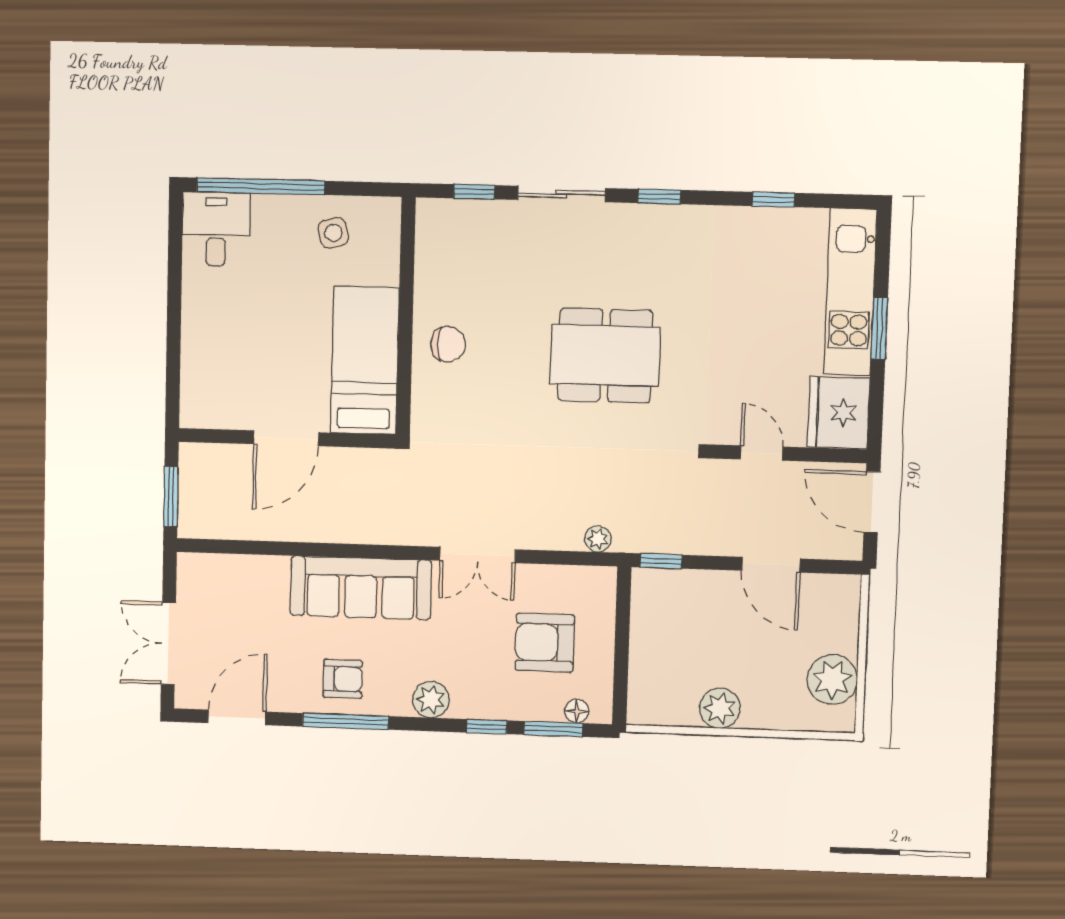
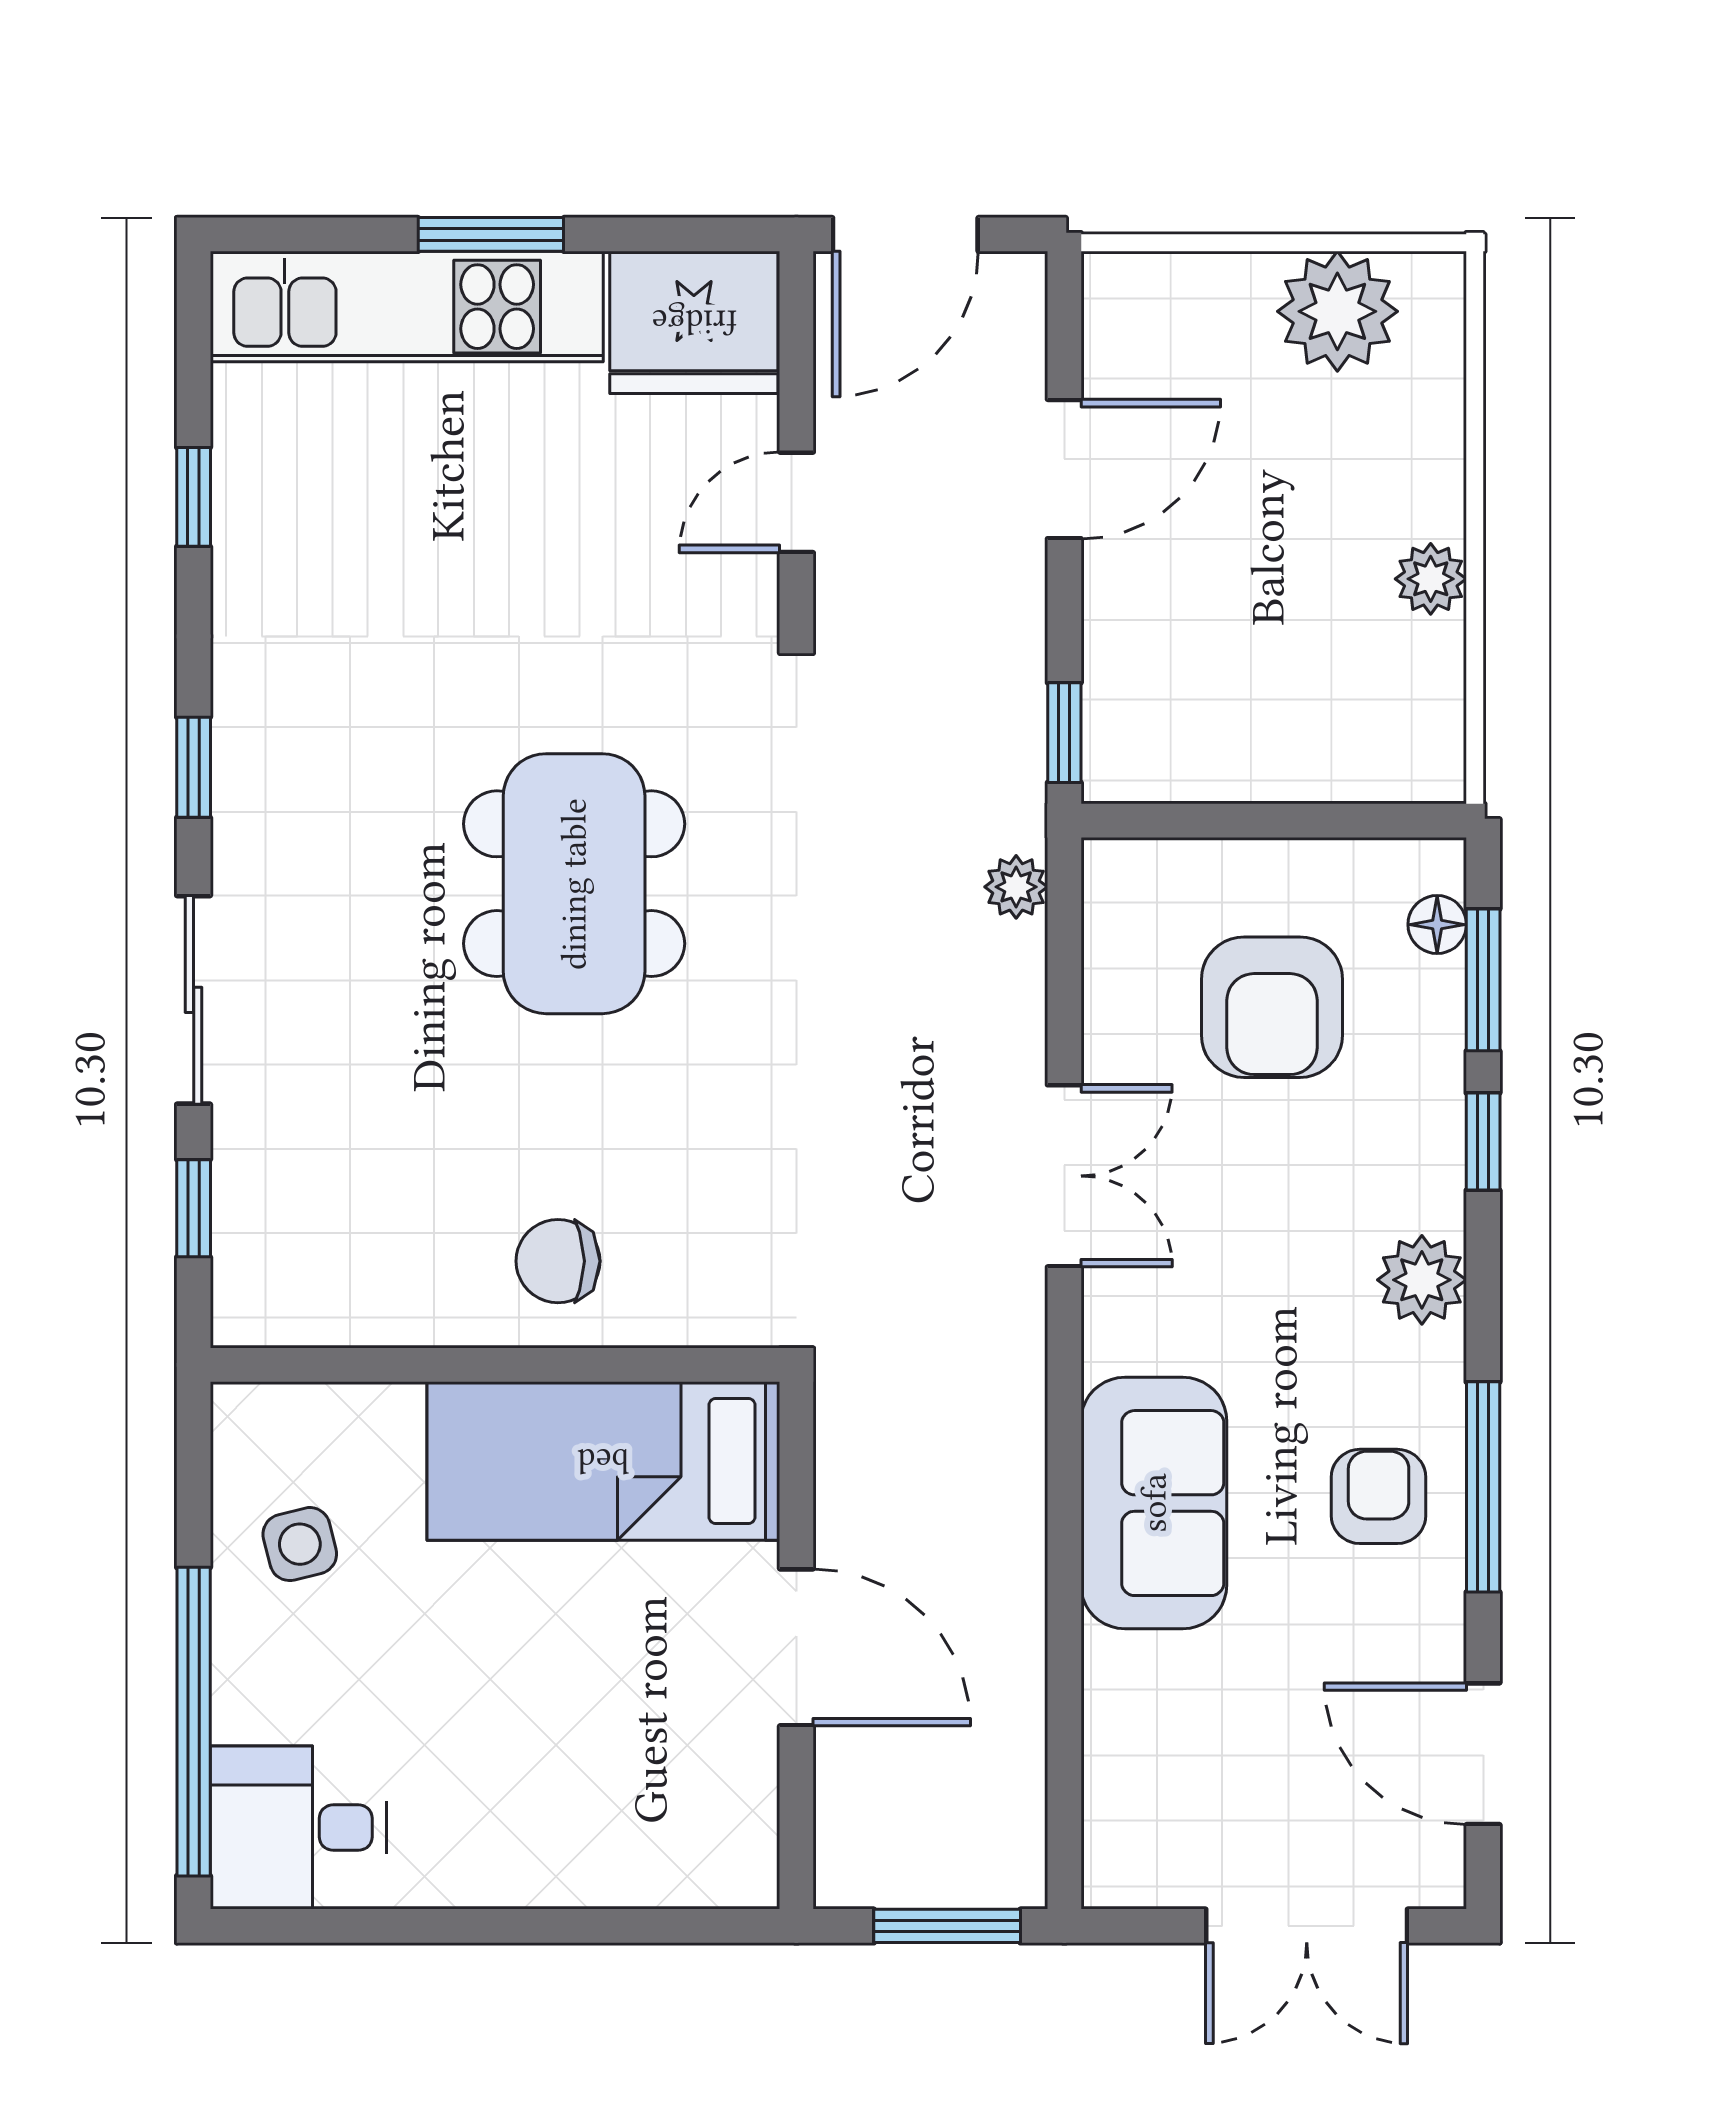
chair: (448, 344) -> (558, 1261), turned -90
sofa: (361, 588) -> (1154, 1503), width x0.73
plant: (720, 708) -> (1431, 579), width x0.73, depth x0.73

